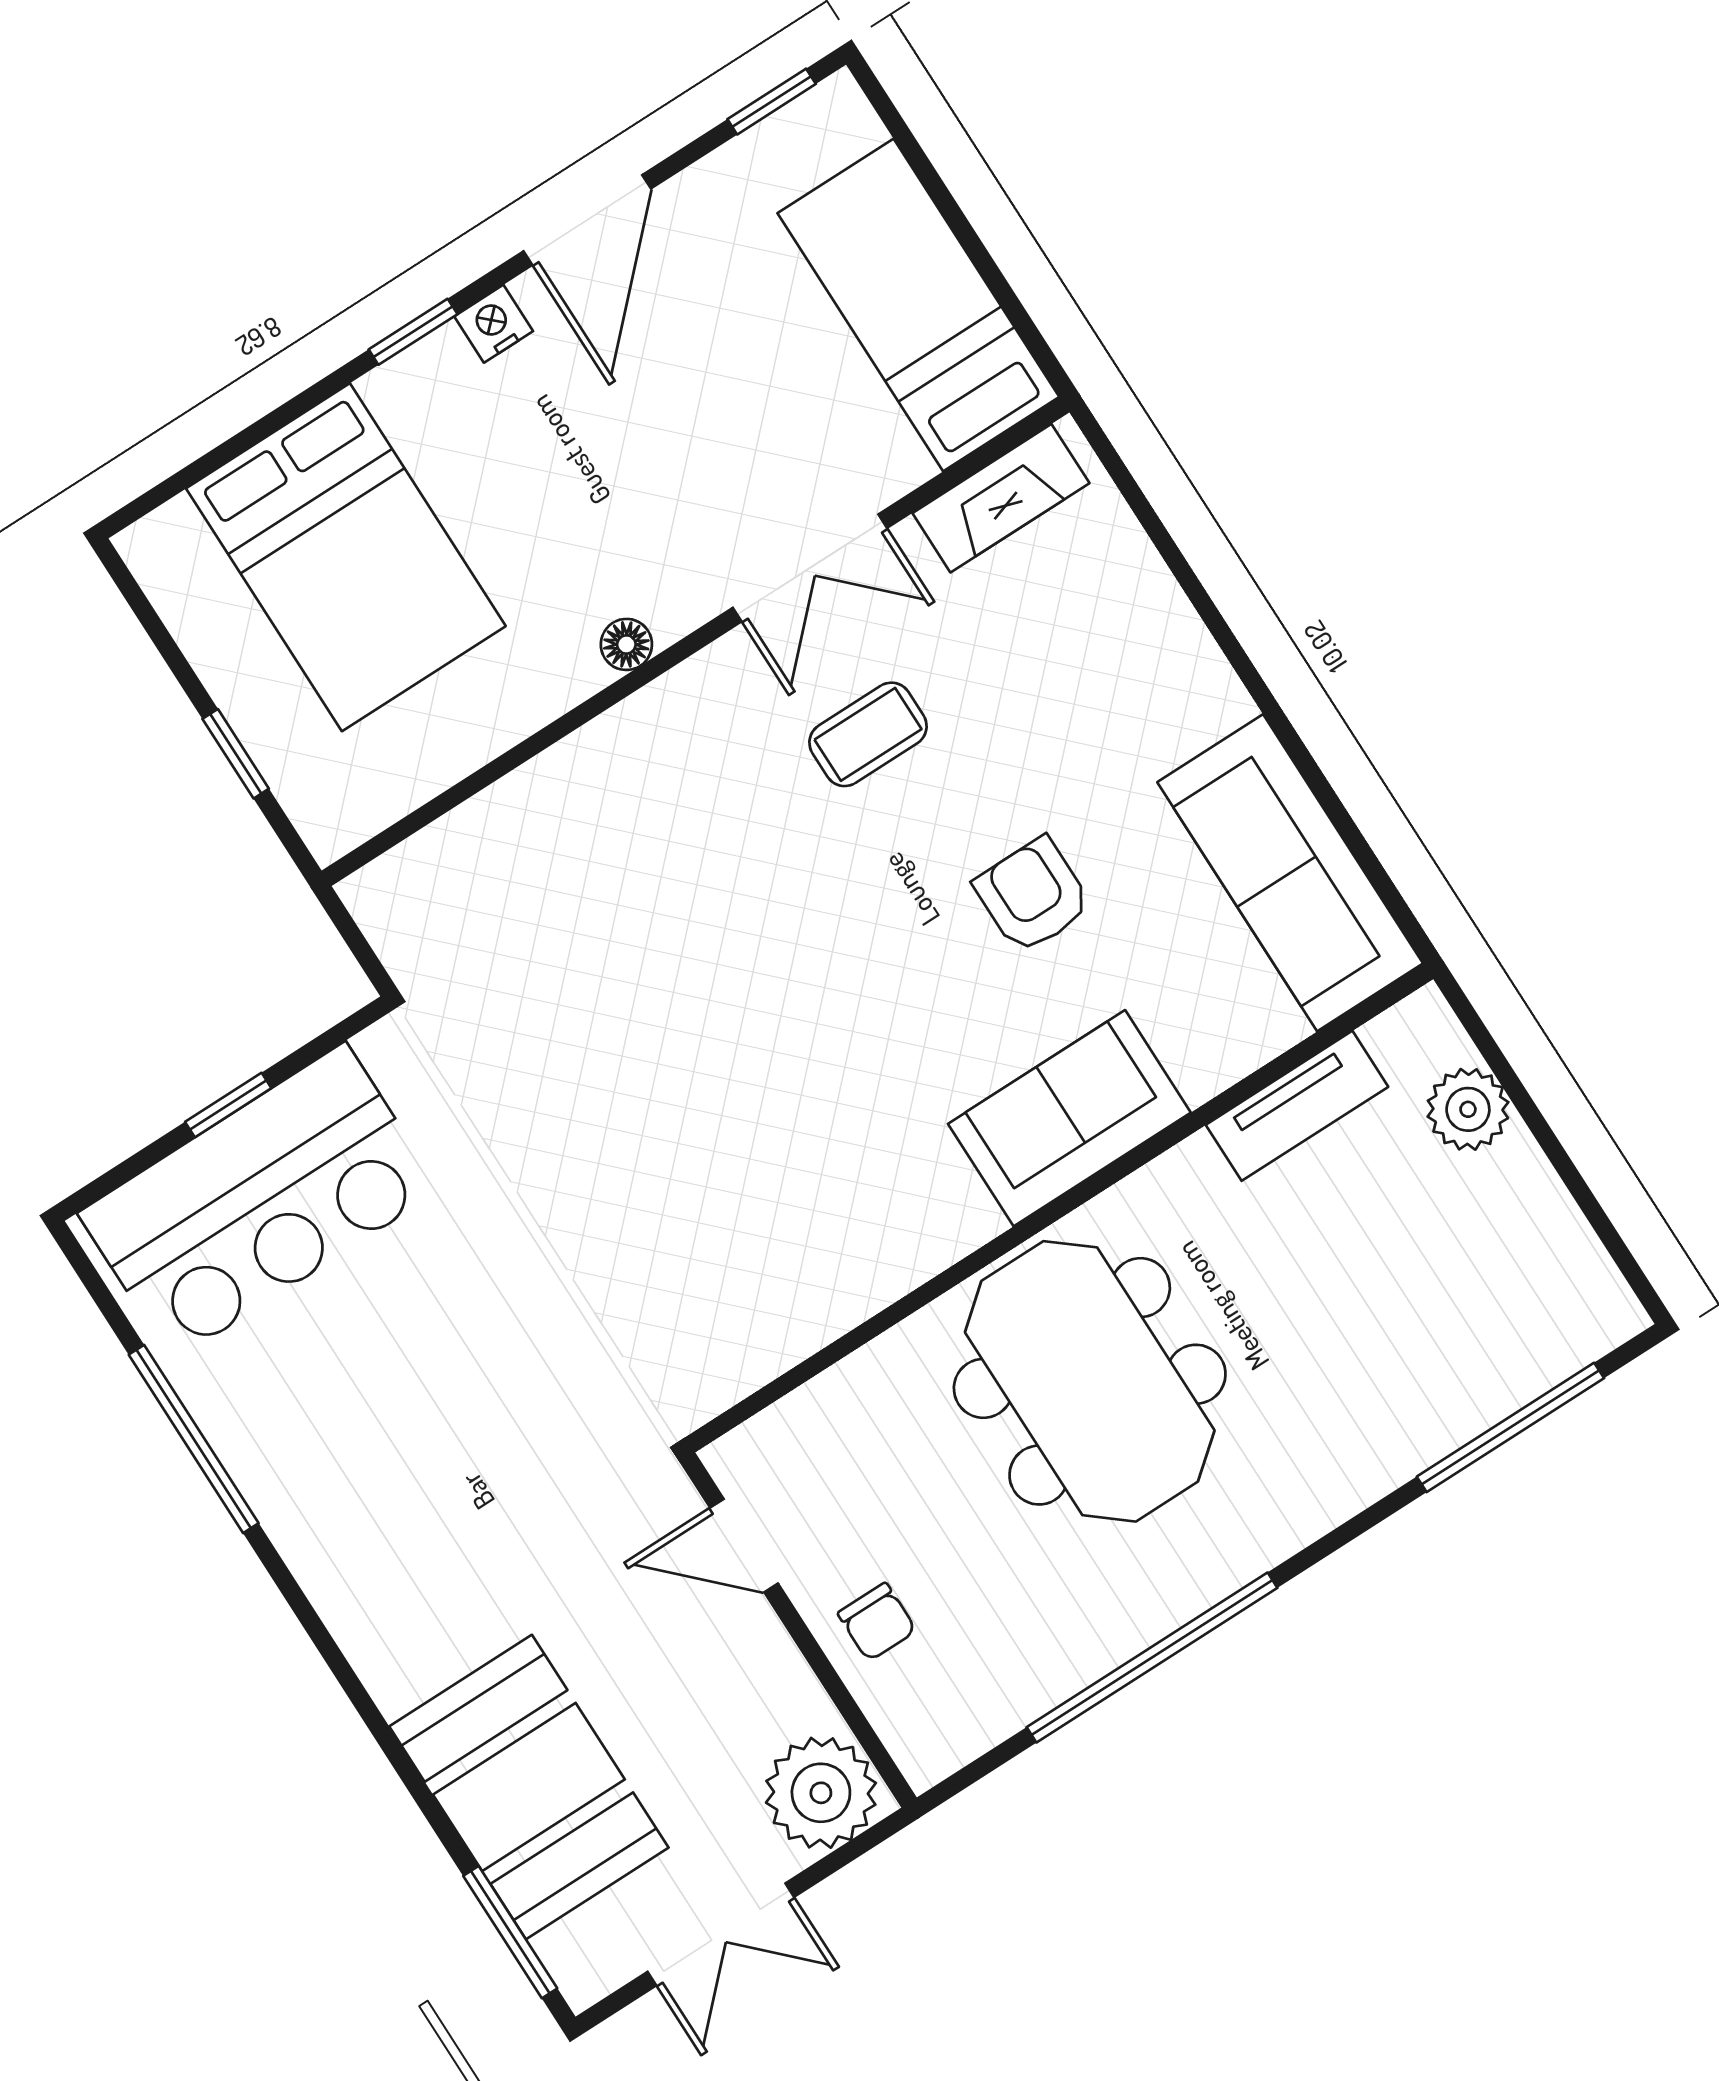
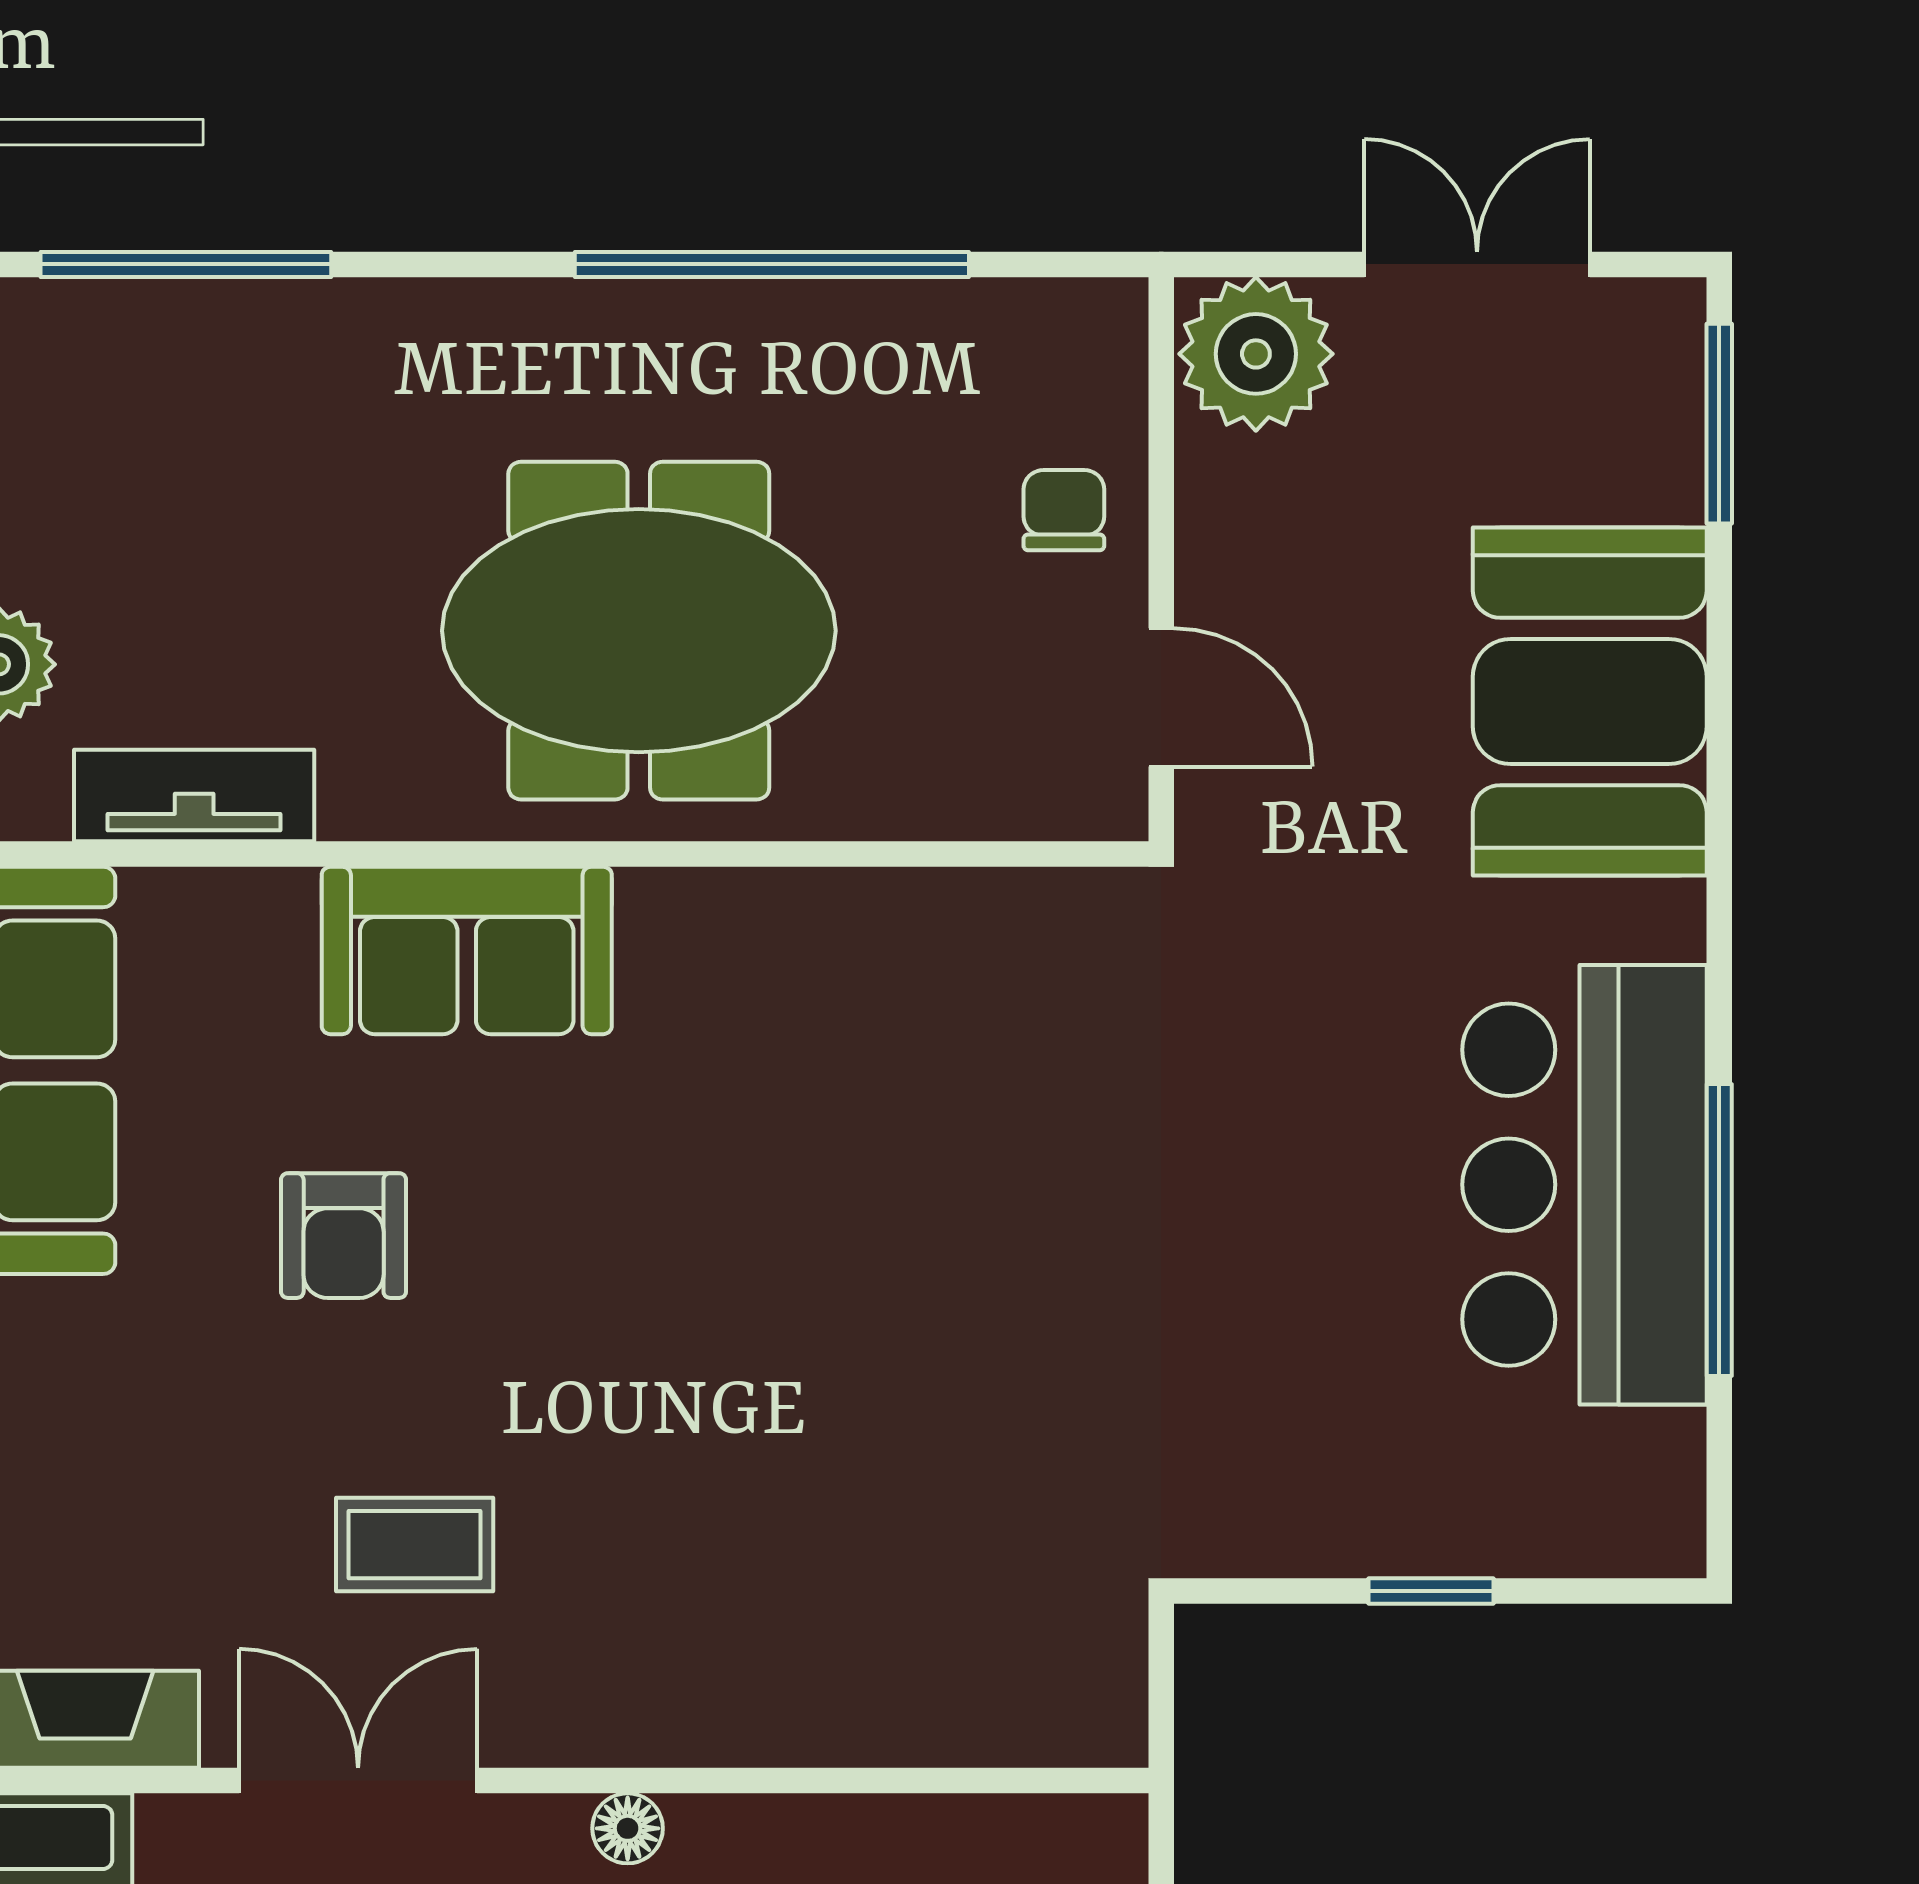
bar counter: (259, 1202) -> (1584, 1185), moved, turned -90
meeting table: (1090, 1381) -> (639, 631), turned 90
booth: (529, 1787) -> (1590, 701), moved

